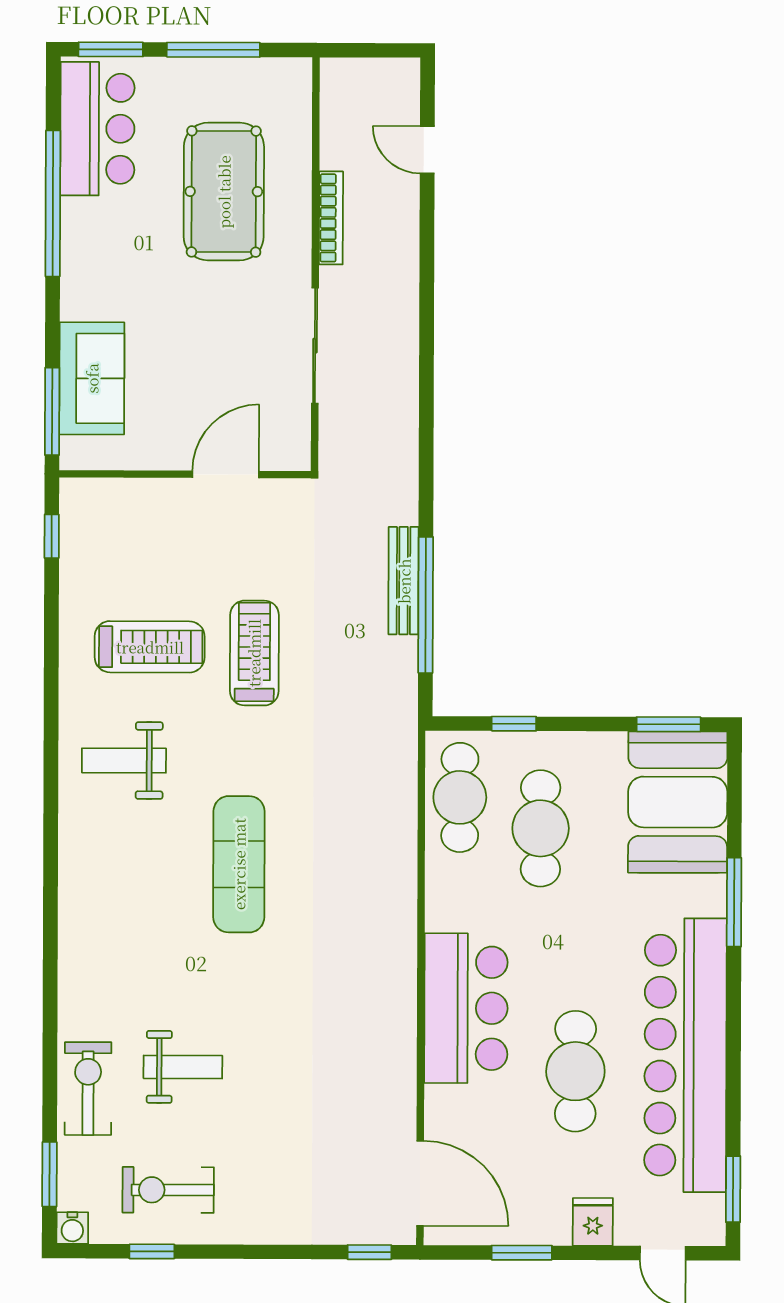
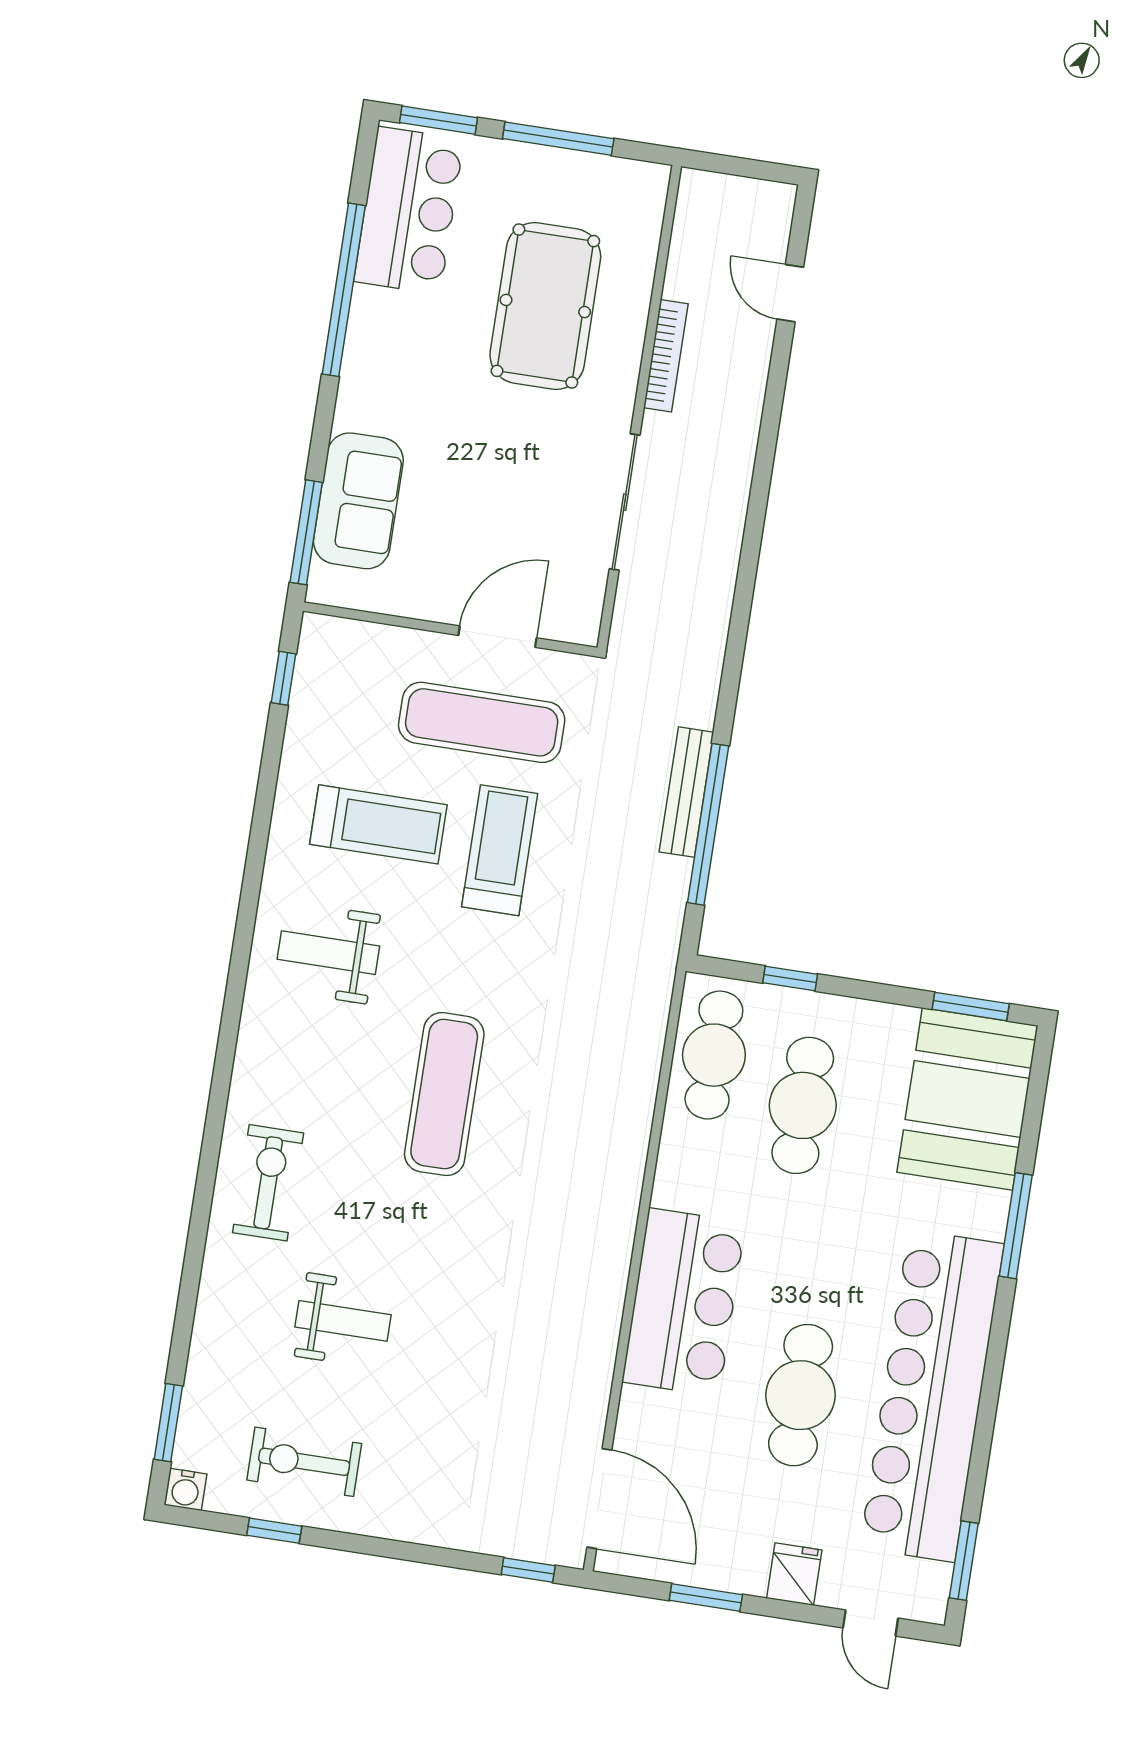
exercise mat: (223, 548) -> (482, 722), added
exercise bike: (88, 1089) -> (268, 1183), moved

